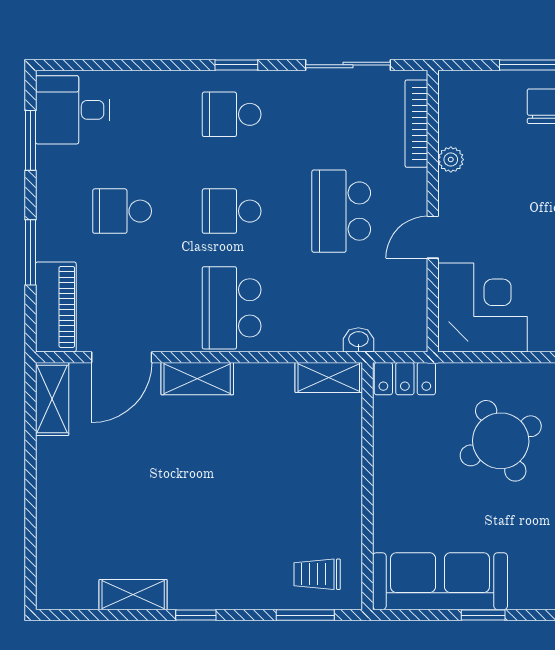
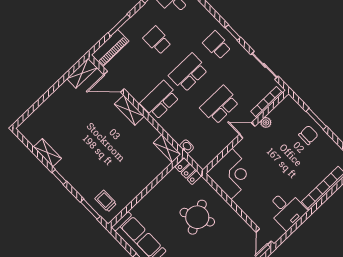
school desk: (232, 211) -> (188, 73), width x1.85
door: (433, 237) -> (247, 130), moved

